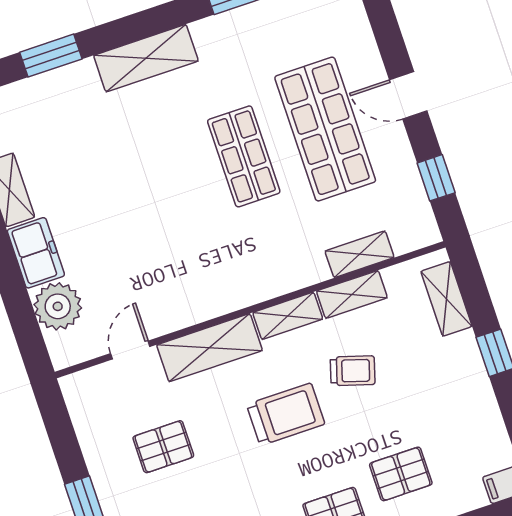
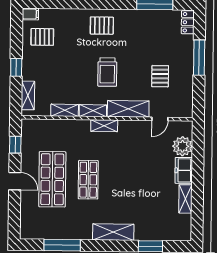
shelving: (360, 254) -> (104, 126), moved
trolley: (353, 371) -> (75, 80), removed
trolley: (286, 414) -> (107, 72), turned -90
pallet: (163, 447) -> (160, 76), turned 90
pallet: (401, 474) -> (42, 37), moved

